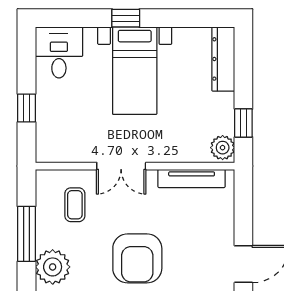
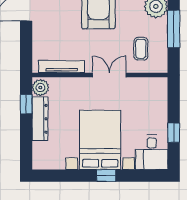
dresser: (223, 59) -> (40, 119), moved
bed with nightstands: (135, 71) -> (100, 140), width x1.36
window: (26, 108) -> (174, 133), moved

